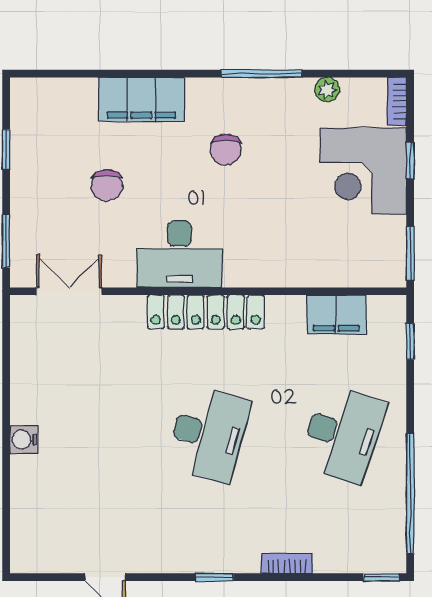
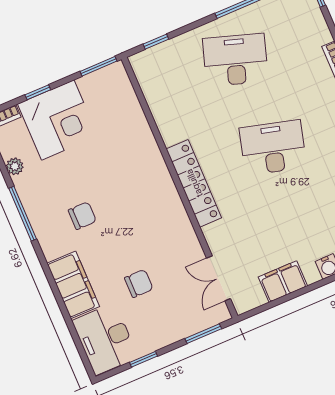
desk: (179, 254) -> (105, 339), moved, turned 180
filing cabinet: (336, 315) -> (283, 281), moved, turned -90

